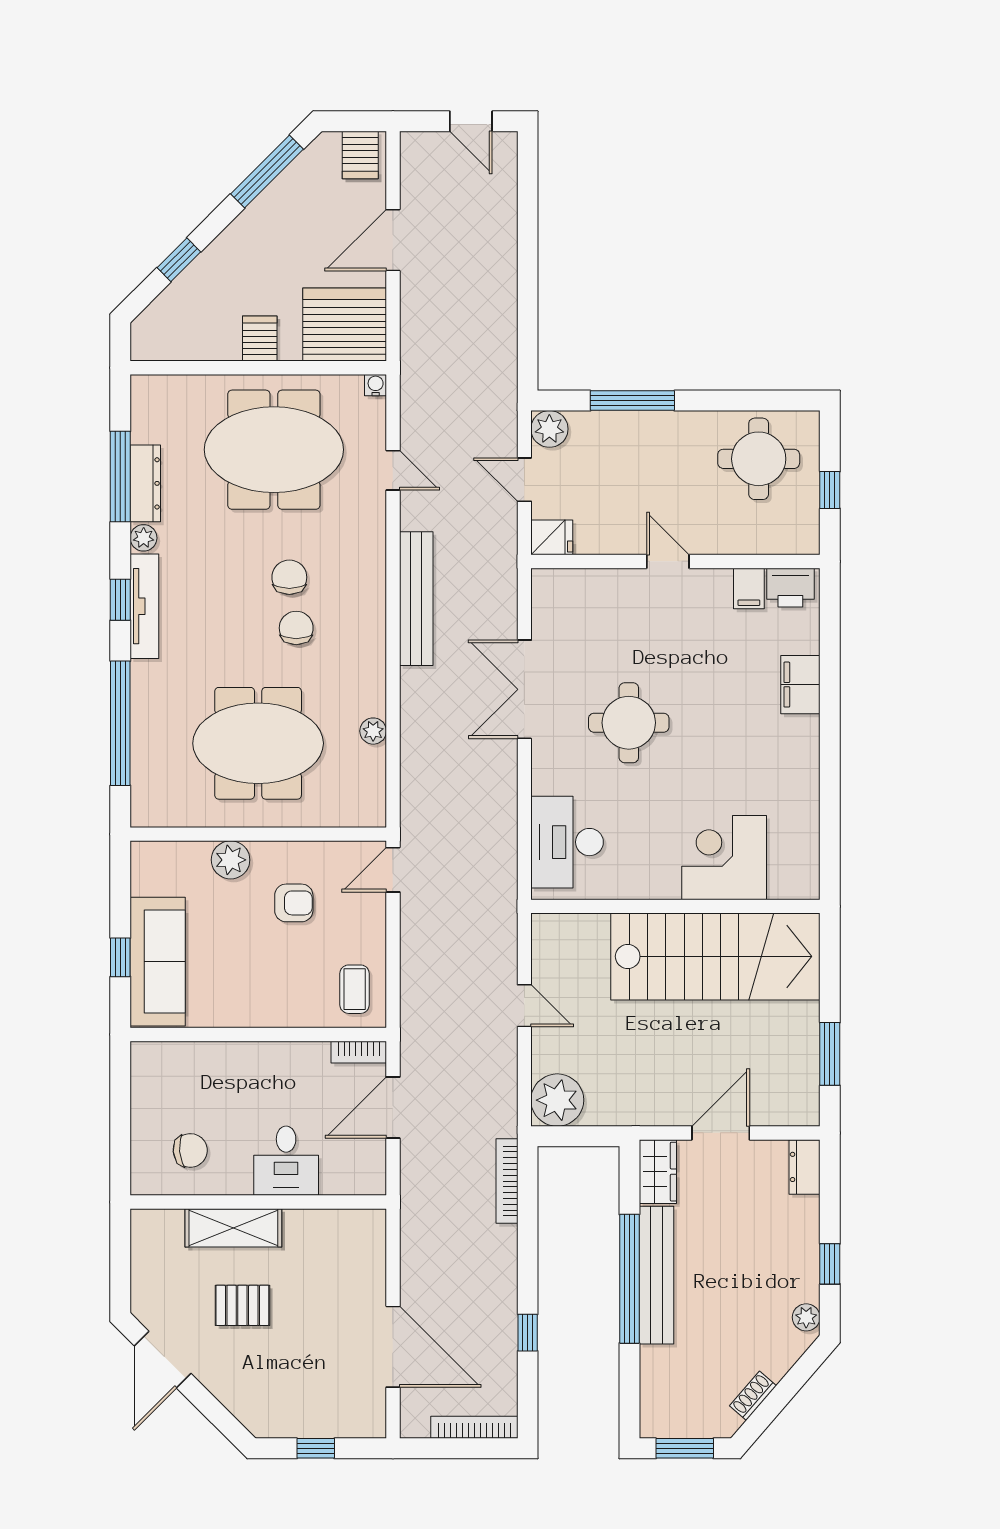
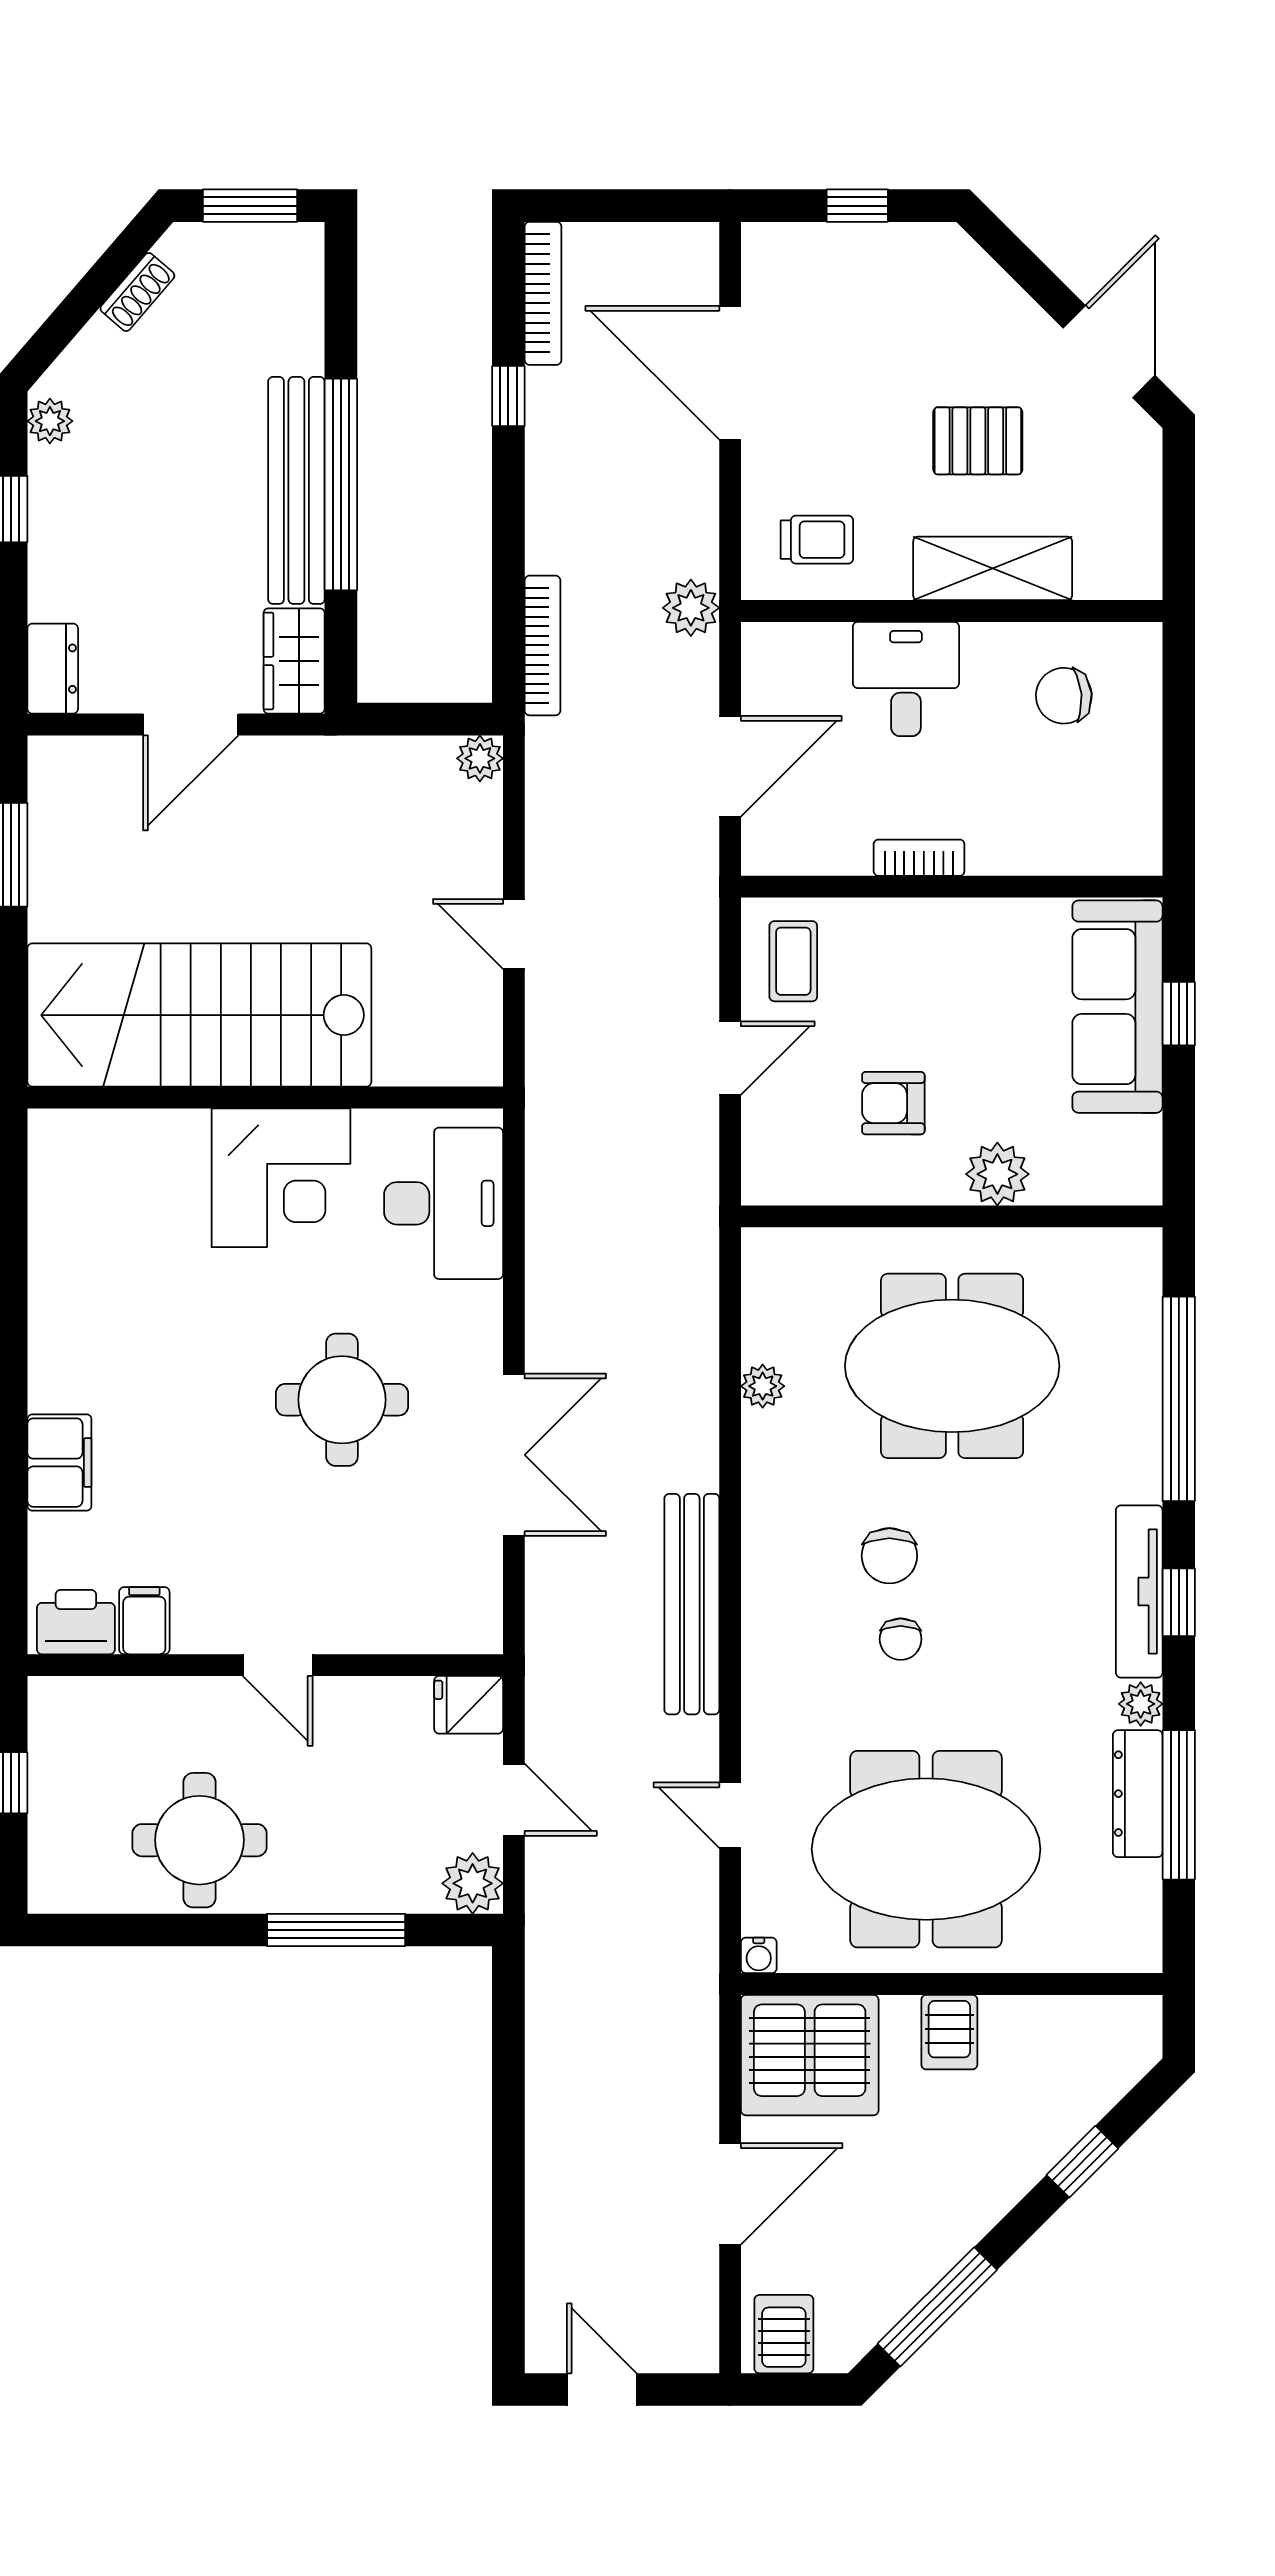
round table: (759, 459) -> (200, 1840), moved
chair: (289, 577) -> (901, 1639), width x0.73, depth x0.73
corner desk: (724, 858) -> (281, 1178), moved
door: (393, 870) -> (730, 1058), moved
bookcase: (359, 1052) -> (919, 858), moved
plant: (557, 1100) -> (480, 758), width x0.53, depth x0.53
plant: (417, 1204) -> (691, 608), added
trolley: (340, 1245) -> (817, 540), added
bookcase: (474, 1427) -> (543, 293), moved, turned -90

